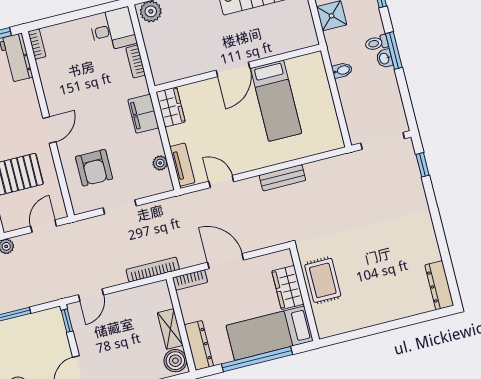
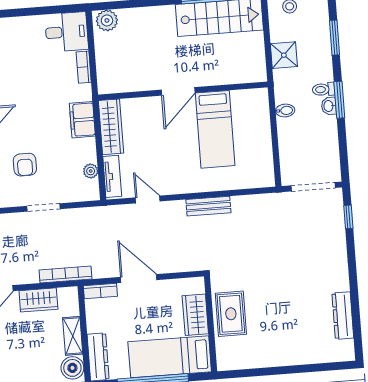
wardrobe: (171, 107) -> (111, 127), width x1.50
armchair: (94, 168) -> (25, 165), width x0.72, depth x0.72
dresser: (439, 285) -> (343, 316), moved
wardrobe: (130, 299) -> (38, 300), added

